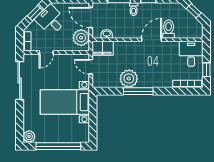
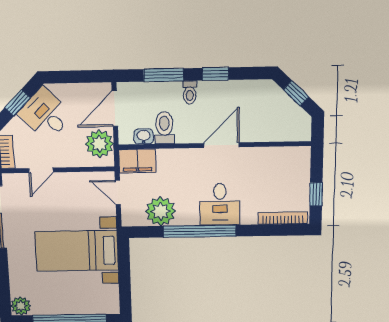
door: (91, 18) -> (115, 109), hinge flipped
toilet: (169, 29) -> (164, 128), moved
desk: (191, 54) -> (220, 204), moved, turned 180
plant: (129, 79) -> (161, 211), moved
window: (138, 91) -> (200, 231), width x1.46

